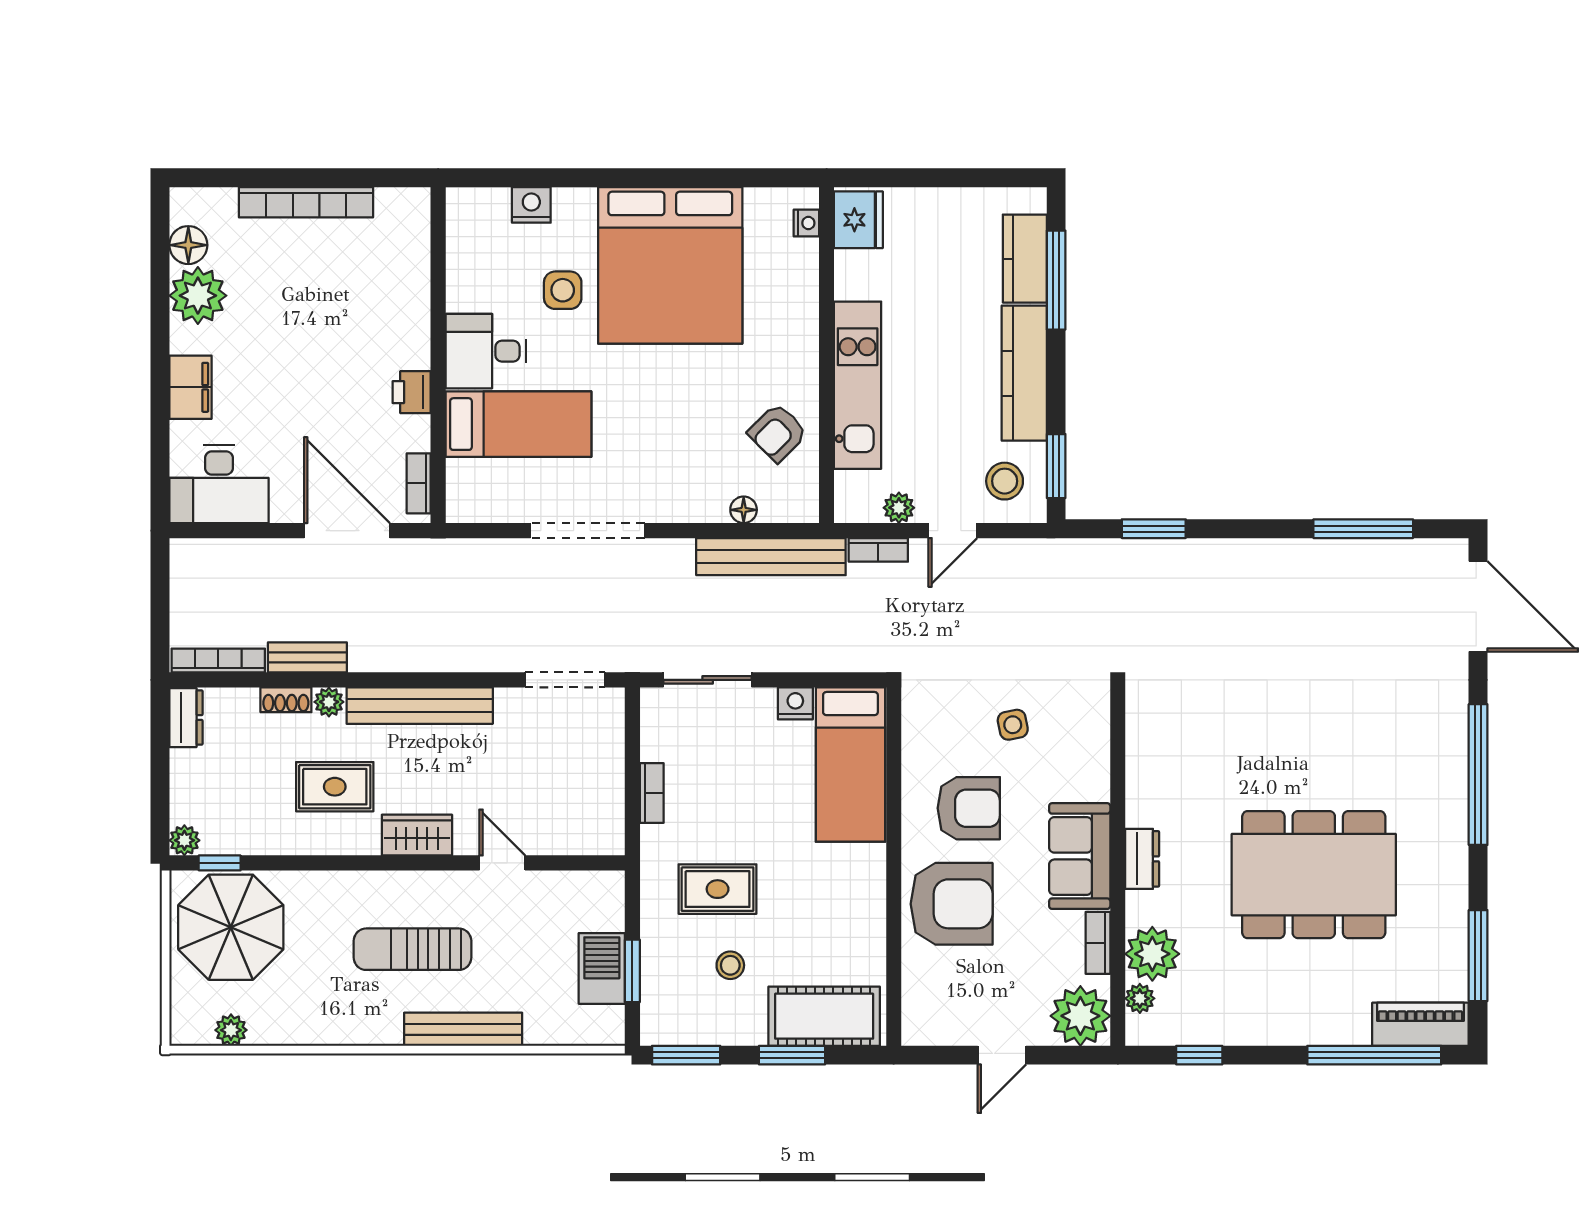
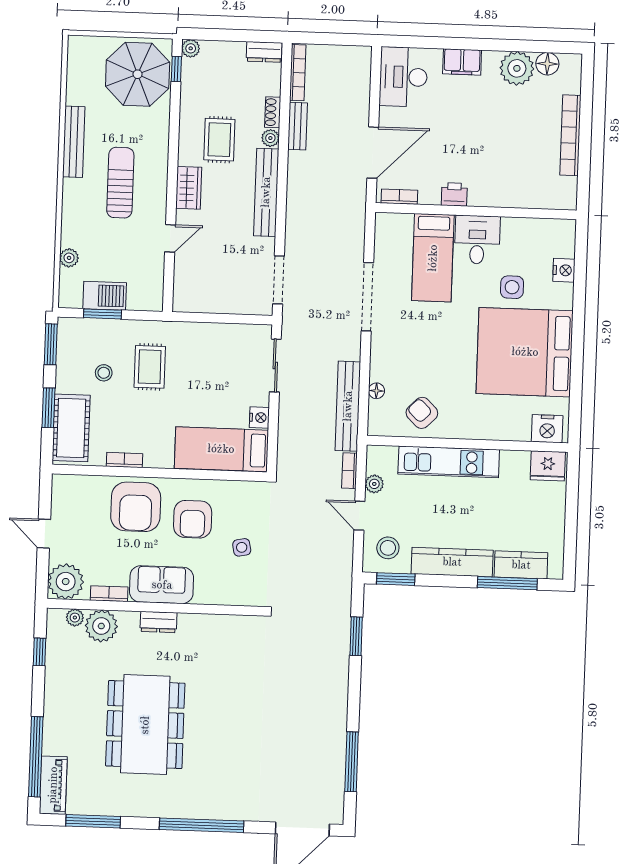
nightstand: (806, 223) -> (547, 429), width x1.89, depth x1.79
bookcase: (652, 793) -> (124, 460), moved, turned 180
bench: (463, 1029) -> (74, 142), moved
plant: (231, 1030) -> (69, 258), moved

